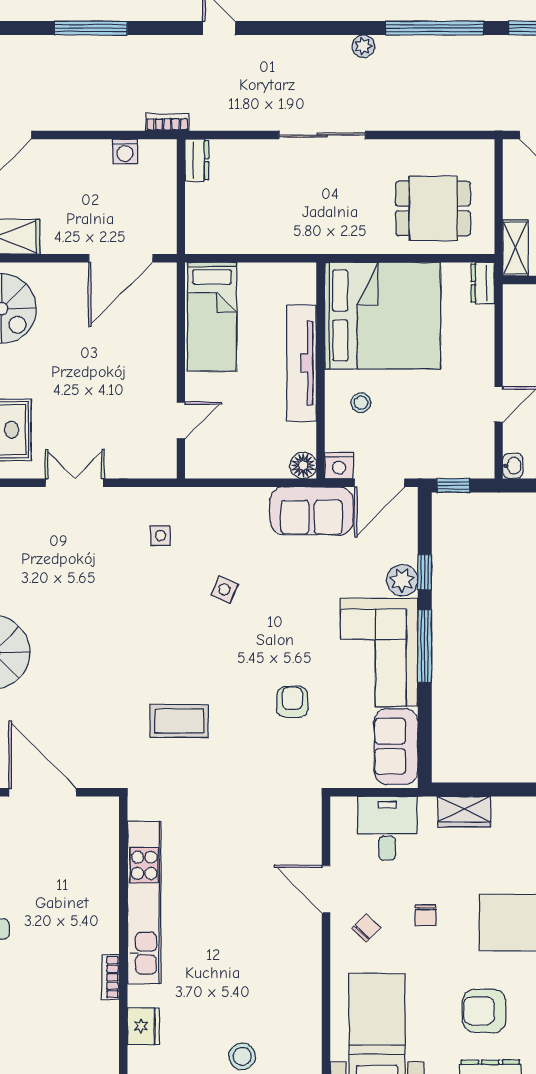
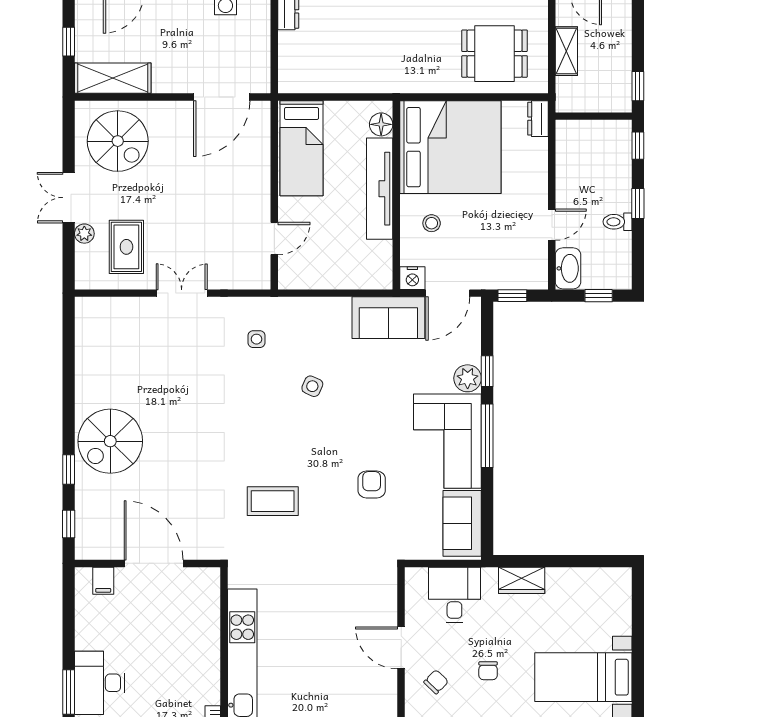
shelving: (515, 248) -> (566, 51), moved
floor lamp: (303, 465) -> (381, 124), moved
washbasin: (513, 466) -> (568, 268), width x1.91, depth x1.45

